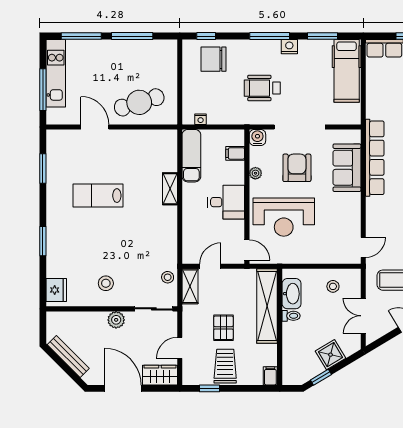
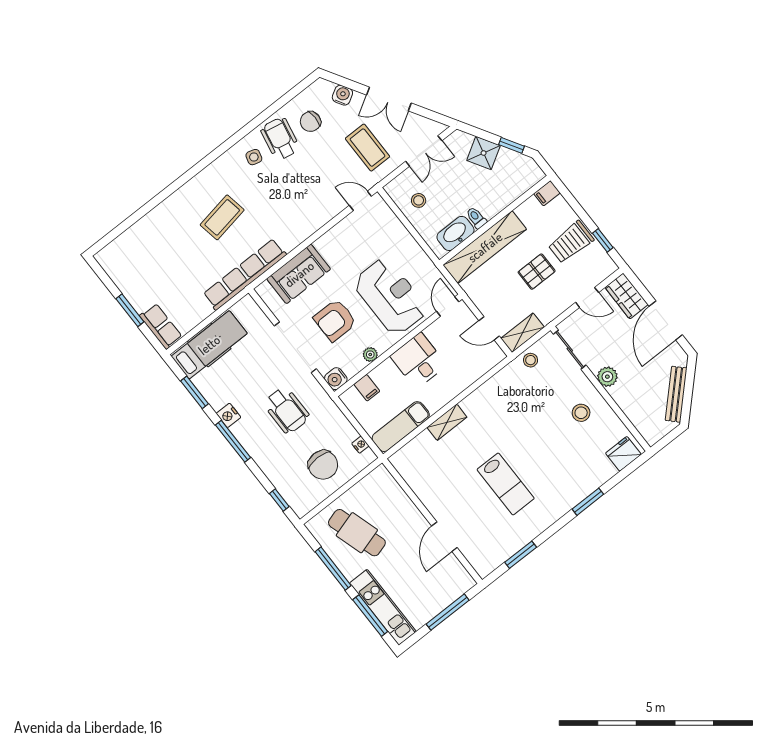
chair: (214, 59) -> (323, 465), moved
kitchen unit: (56, 73) -> (383, 607), moved, turned 90
cafe table: (139, 102) -> (357, 533), moved
row of seats: (375, 158) -> (245, 274), moved

